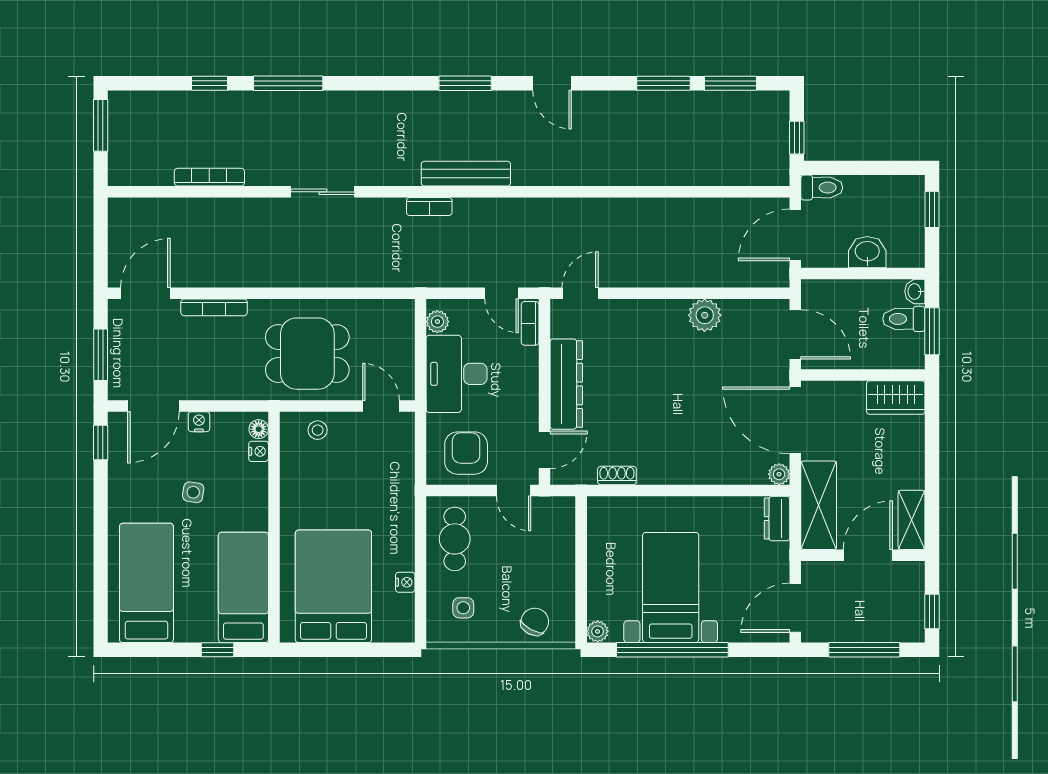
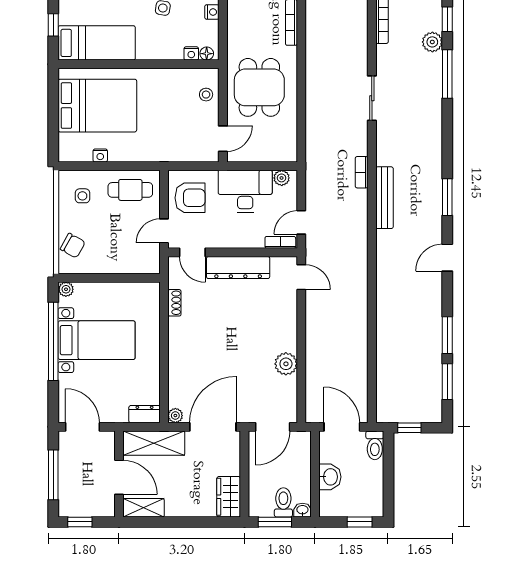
plant: (242, 105) -> (432, 42), added

